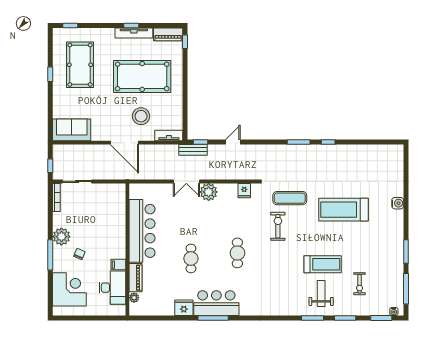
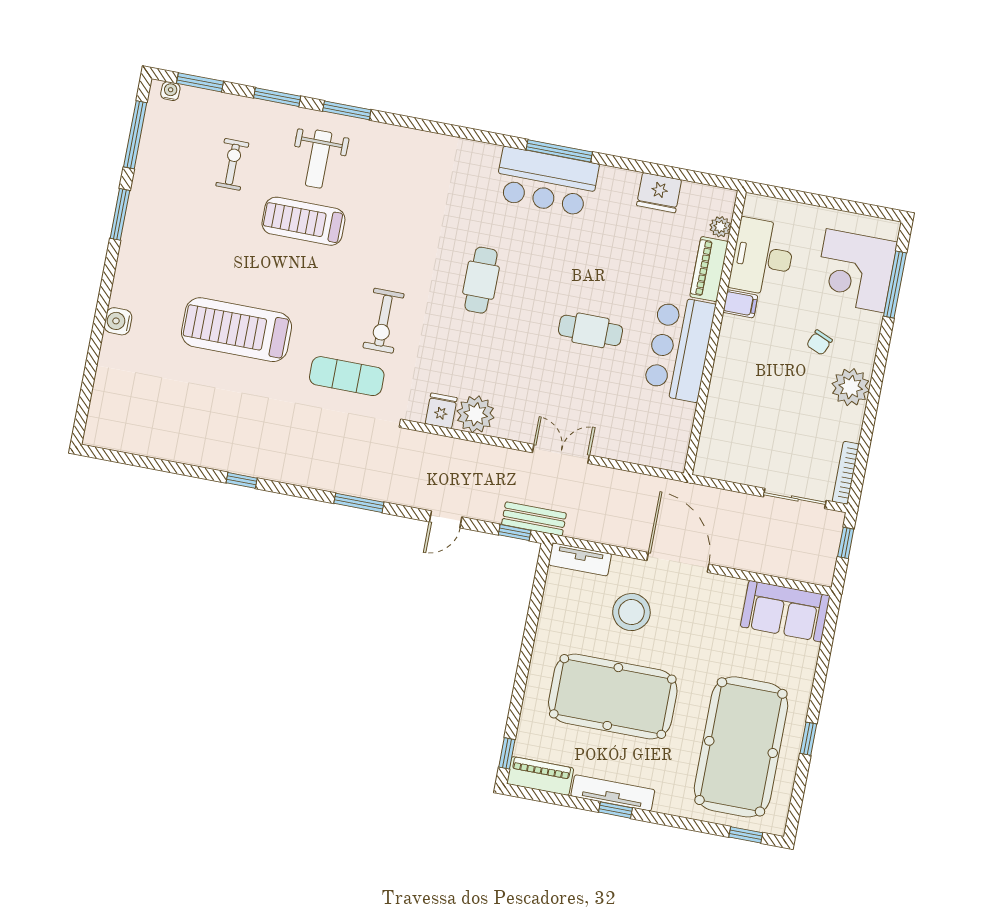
pool table: (80, 65) -> (741, 747), width x1.36, depth x1.32
window: (299, 142) -> (359, 503), moved
plant: (209, 192) -> (476, 414), moved
treadmill: (343, 210) -> (236, 330), turned 180
bar counter: (142, 231) -> (679, 348), width x0.73
window: (50, 255) -> (895, 285), moved
cafe table: (191, 258) -> (590, 330), moved, turned 90
fridge: (184, 308) -> (659, 193), moved

